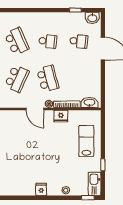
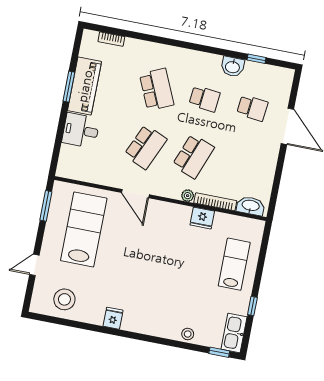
washbasin: (92, 18) -> (233, 67), moved
school desk: (48, 79) -> (193, 156), turned 36
door: (35, 109) -> (135, 194), moved
fridge: (41, 189) -> (113, 318), moved

